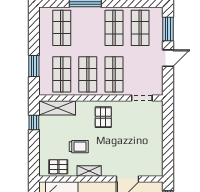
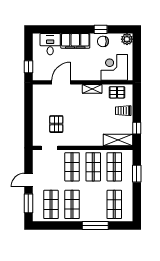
pallet: (103, 117) -> (56, 124), moved
trolley: (79, 147) -> (123, 111), moved

